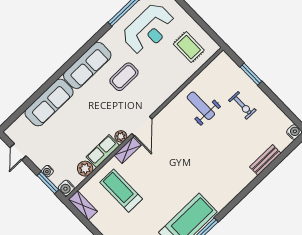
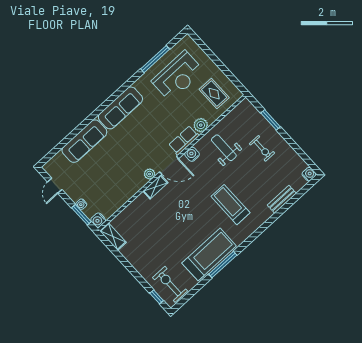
coffee table: (124, 77) -> (154, 119), removed
water cooler: (166, 114) -> (192, 154), added
door: (142, 126) -> (169, 165), hinge flipped
row of seats: (103, 151) -> (184, 140), moved
plant: (85, 169) -> (201, 125), moved
treadmill: (121, 191) -> (230, 205), moved

